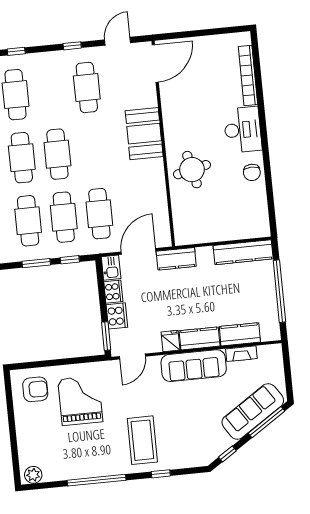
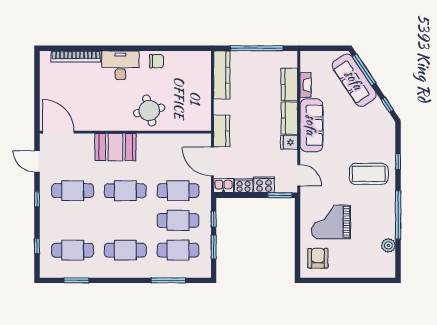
cafe table: (57, 154) -> (125, 191), moved
plant: (33, 475) -> (388, 245), moved

